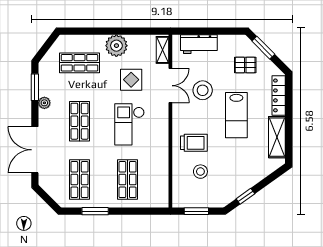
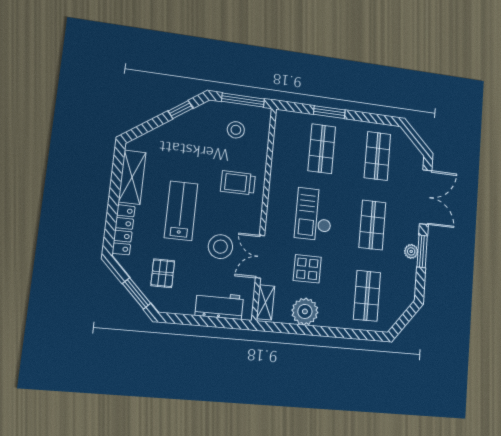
plant: (116, 46) -> (305, 311), moved
shop shelf: (80, 63) -> (367, 296), turned 90
pallet: (245, 65) -> (163, 273), turned 90
window: (35, 87) -> (422, 251), moved
checkout: (129, 124) -> (314, 214), turned 180
stool: (200, 172) -> (236, 130), moved
window: (95, 211) -> (329, 112), moved
window: (196, 211) -> (243, 100), width x1.44

